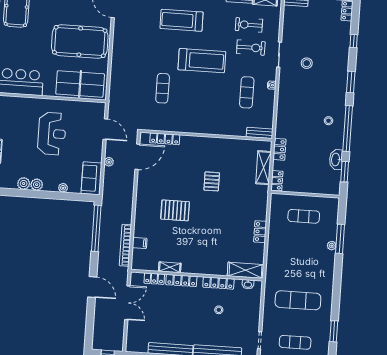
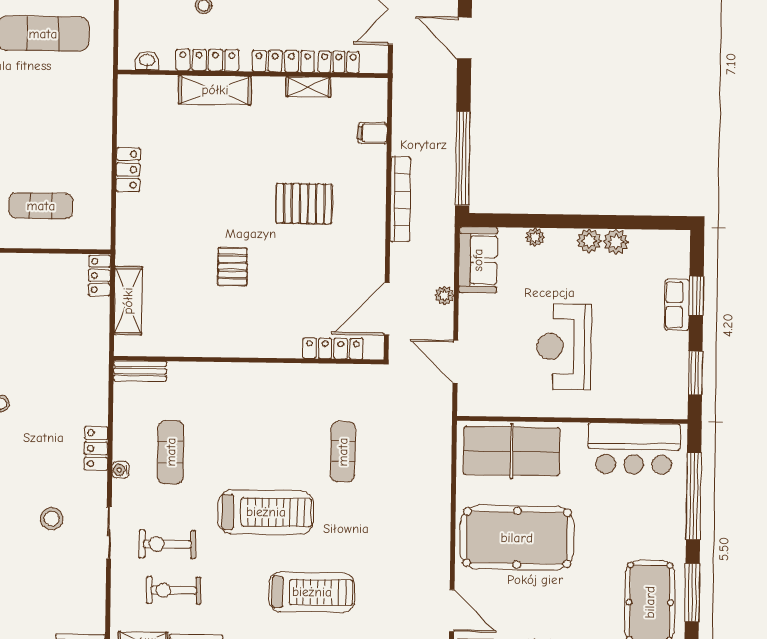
exercise bike: (249, 25) -> (174, 590), turned 180
treadmill: (202, 61) -> (266, 512), turned 180
locker: (279, 149) -> (96, 448), moved
bookcase: (125, 245) -> (400, 199), moved
shelving: (245, 270) -> (215, 90), moved

